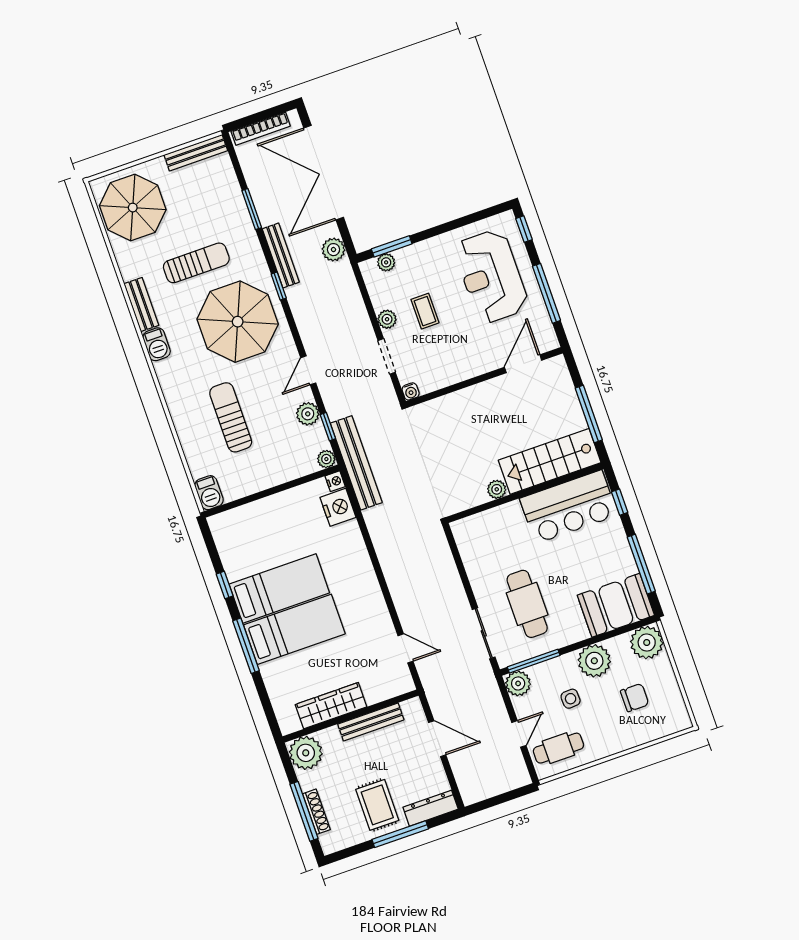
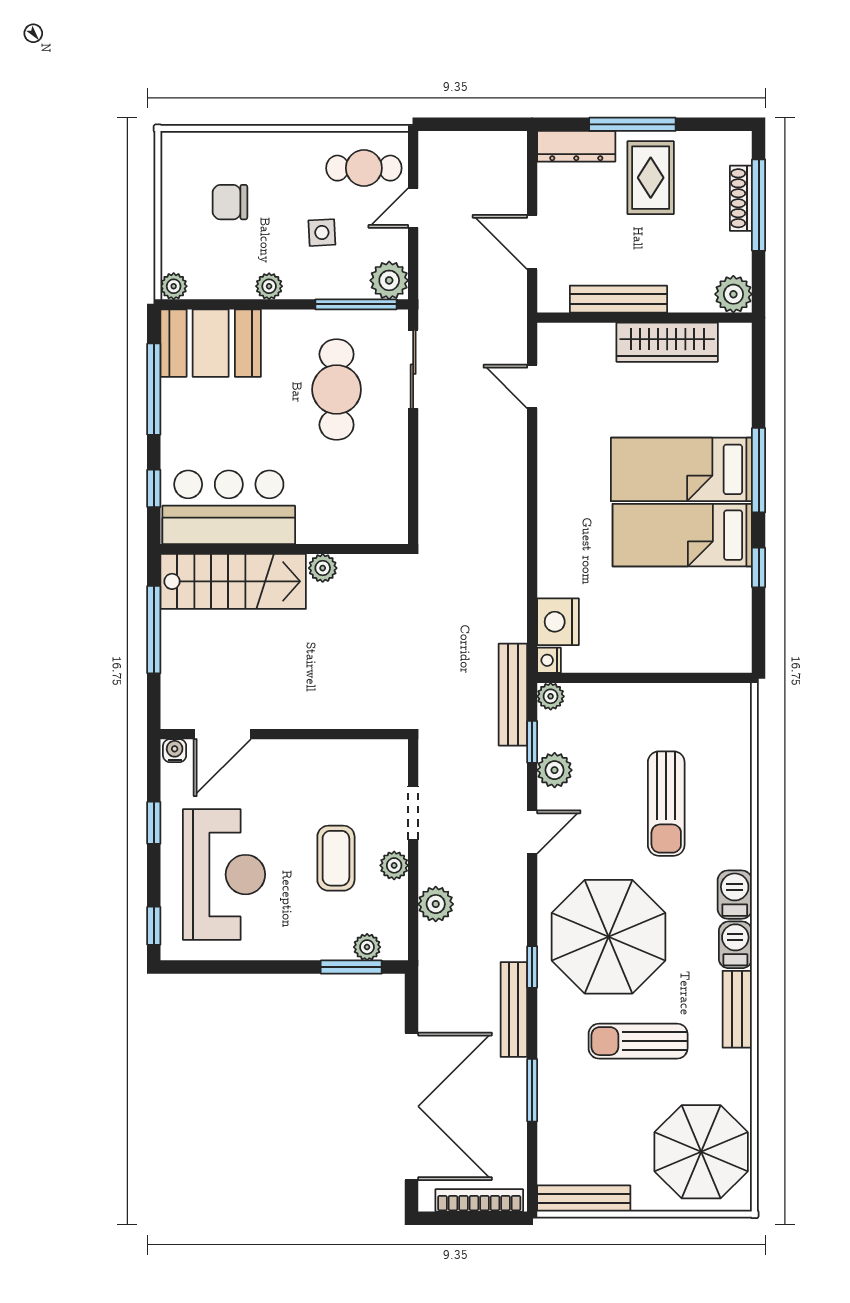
plant: (333, 250) -> (436, 904), moved
window: (546, 293) -> (154, 823), width x0.46
coffee table: (425, 311) -> (336, 858), width x1.36, depth x1.30
water cooler: (411, 391) -> (175, 751), moved
bench: (356, 463) -> (513, 695), width x0.73, depth x0.82
barbecue: (209, 493) -> (735, 895), moved
plant: (647, 642) -> (174, 286), width x0.53, depth x0.53
plant: (594, 661) -> (269, 286), width x0.53, depth x0.53
plant: (306, 753) -> (733, 294), width x0.73, depth x0.73

